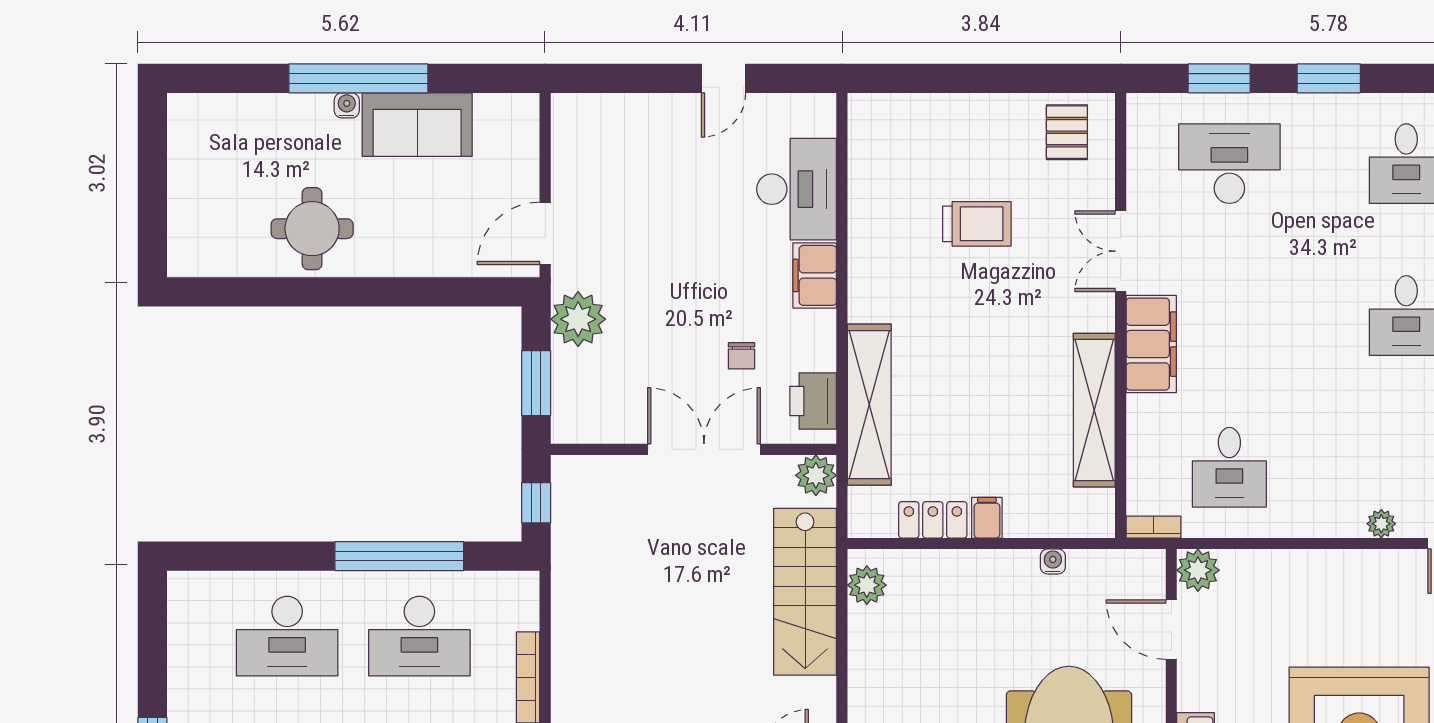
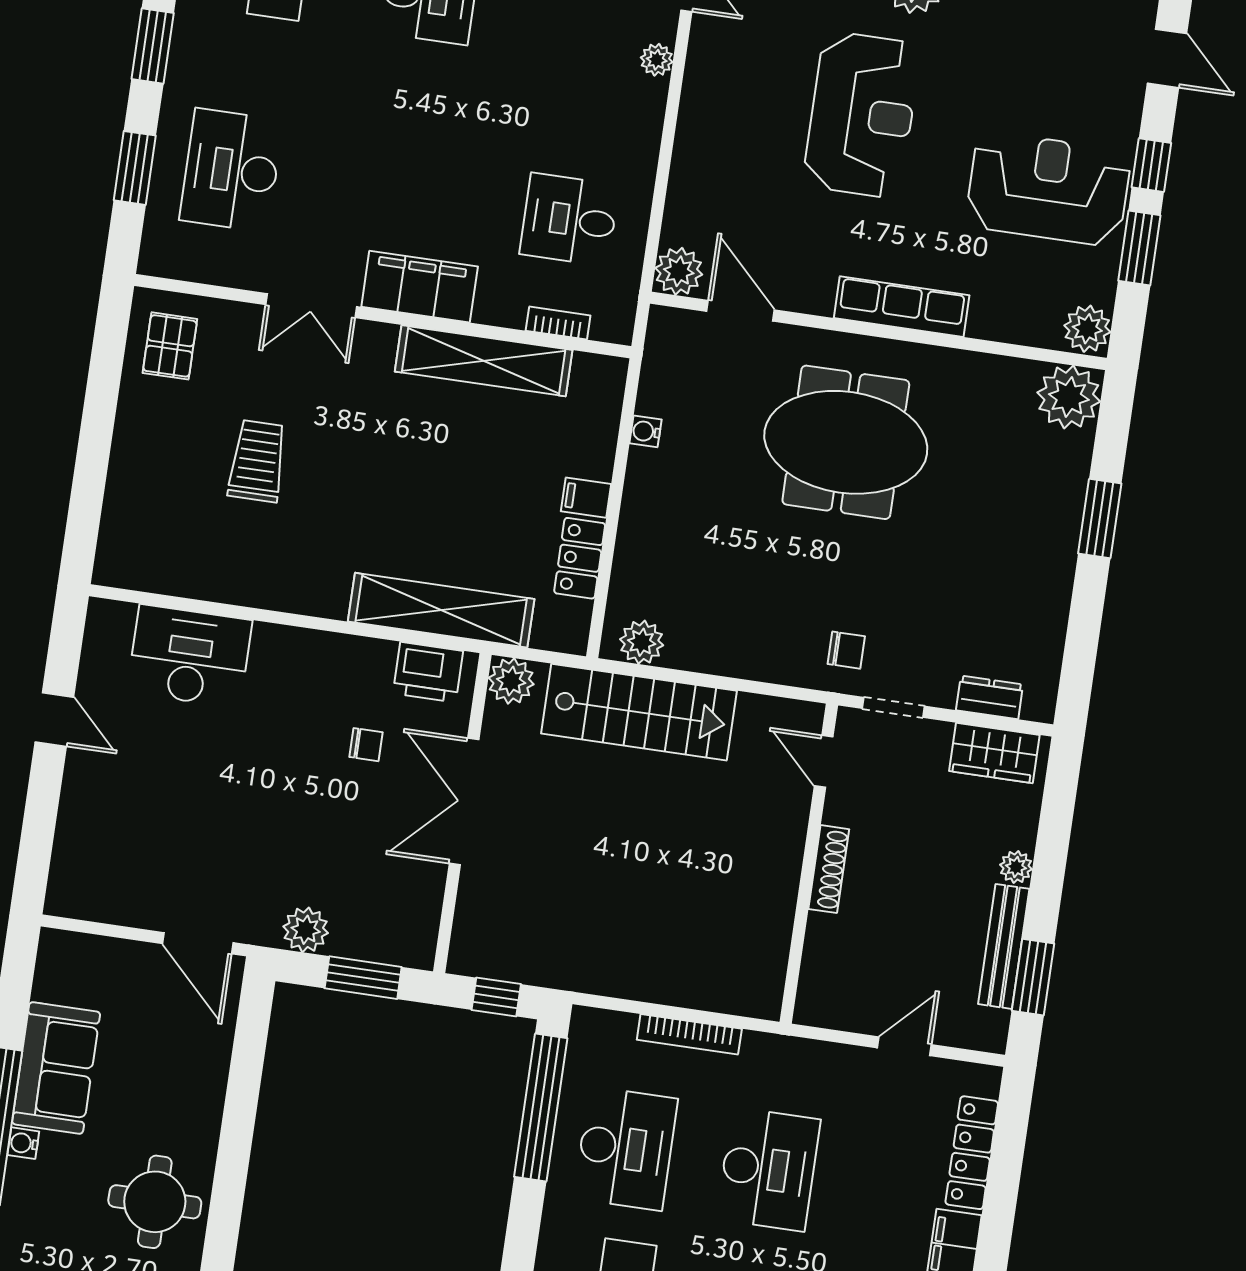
pallet: (1067, 132) -> (170, 346), turned 90
filing cabinet: (815, 275) -> (289, 650), removed
plant: (578, 319) -> (306, 930), width x0.73, depth x0.73
desk: (1229, 467) -> (569, 220), turned 180
bookcase: (1153, 527) -> (558, 323), moved, turned 90
window: (399, 556) -> (541, 1107), moved
door: (1171, 630) -> (741, 311), swing flipped

